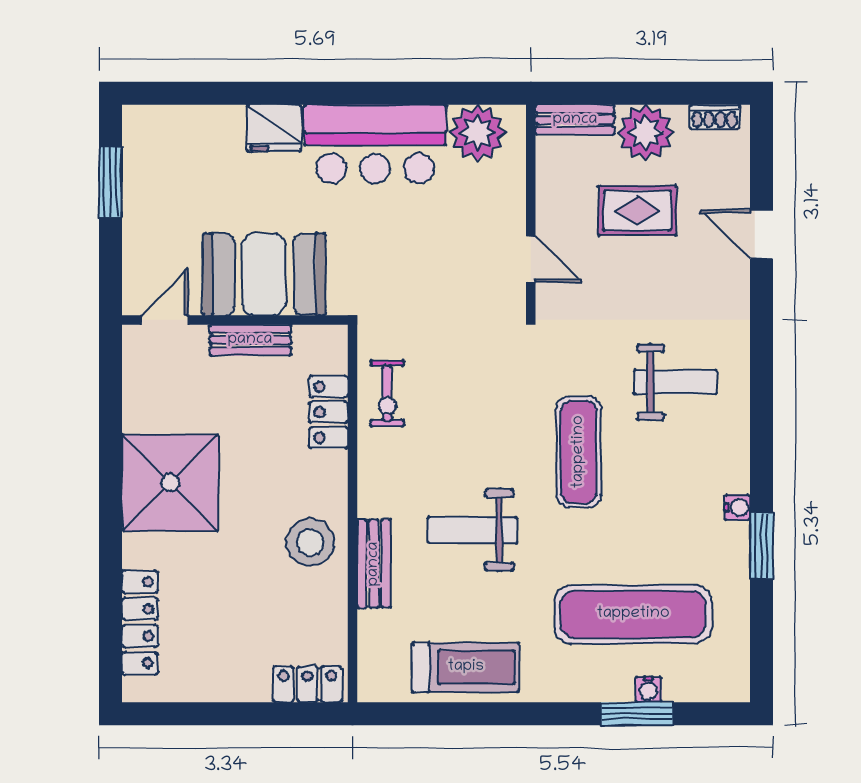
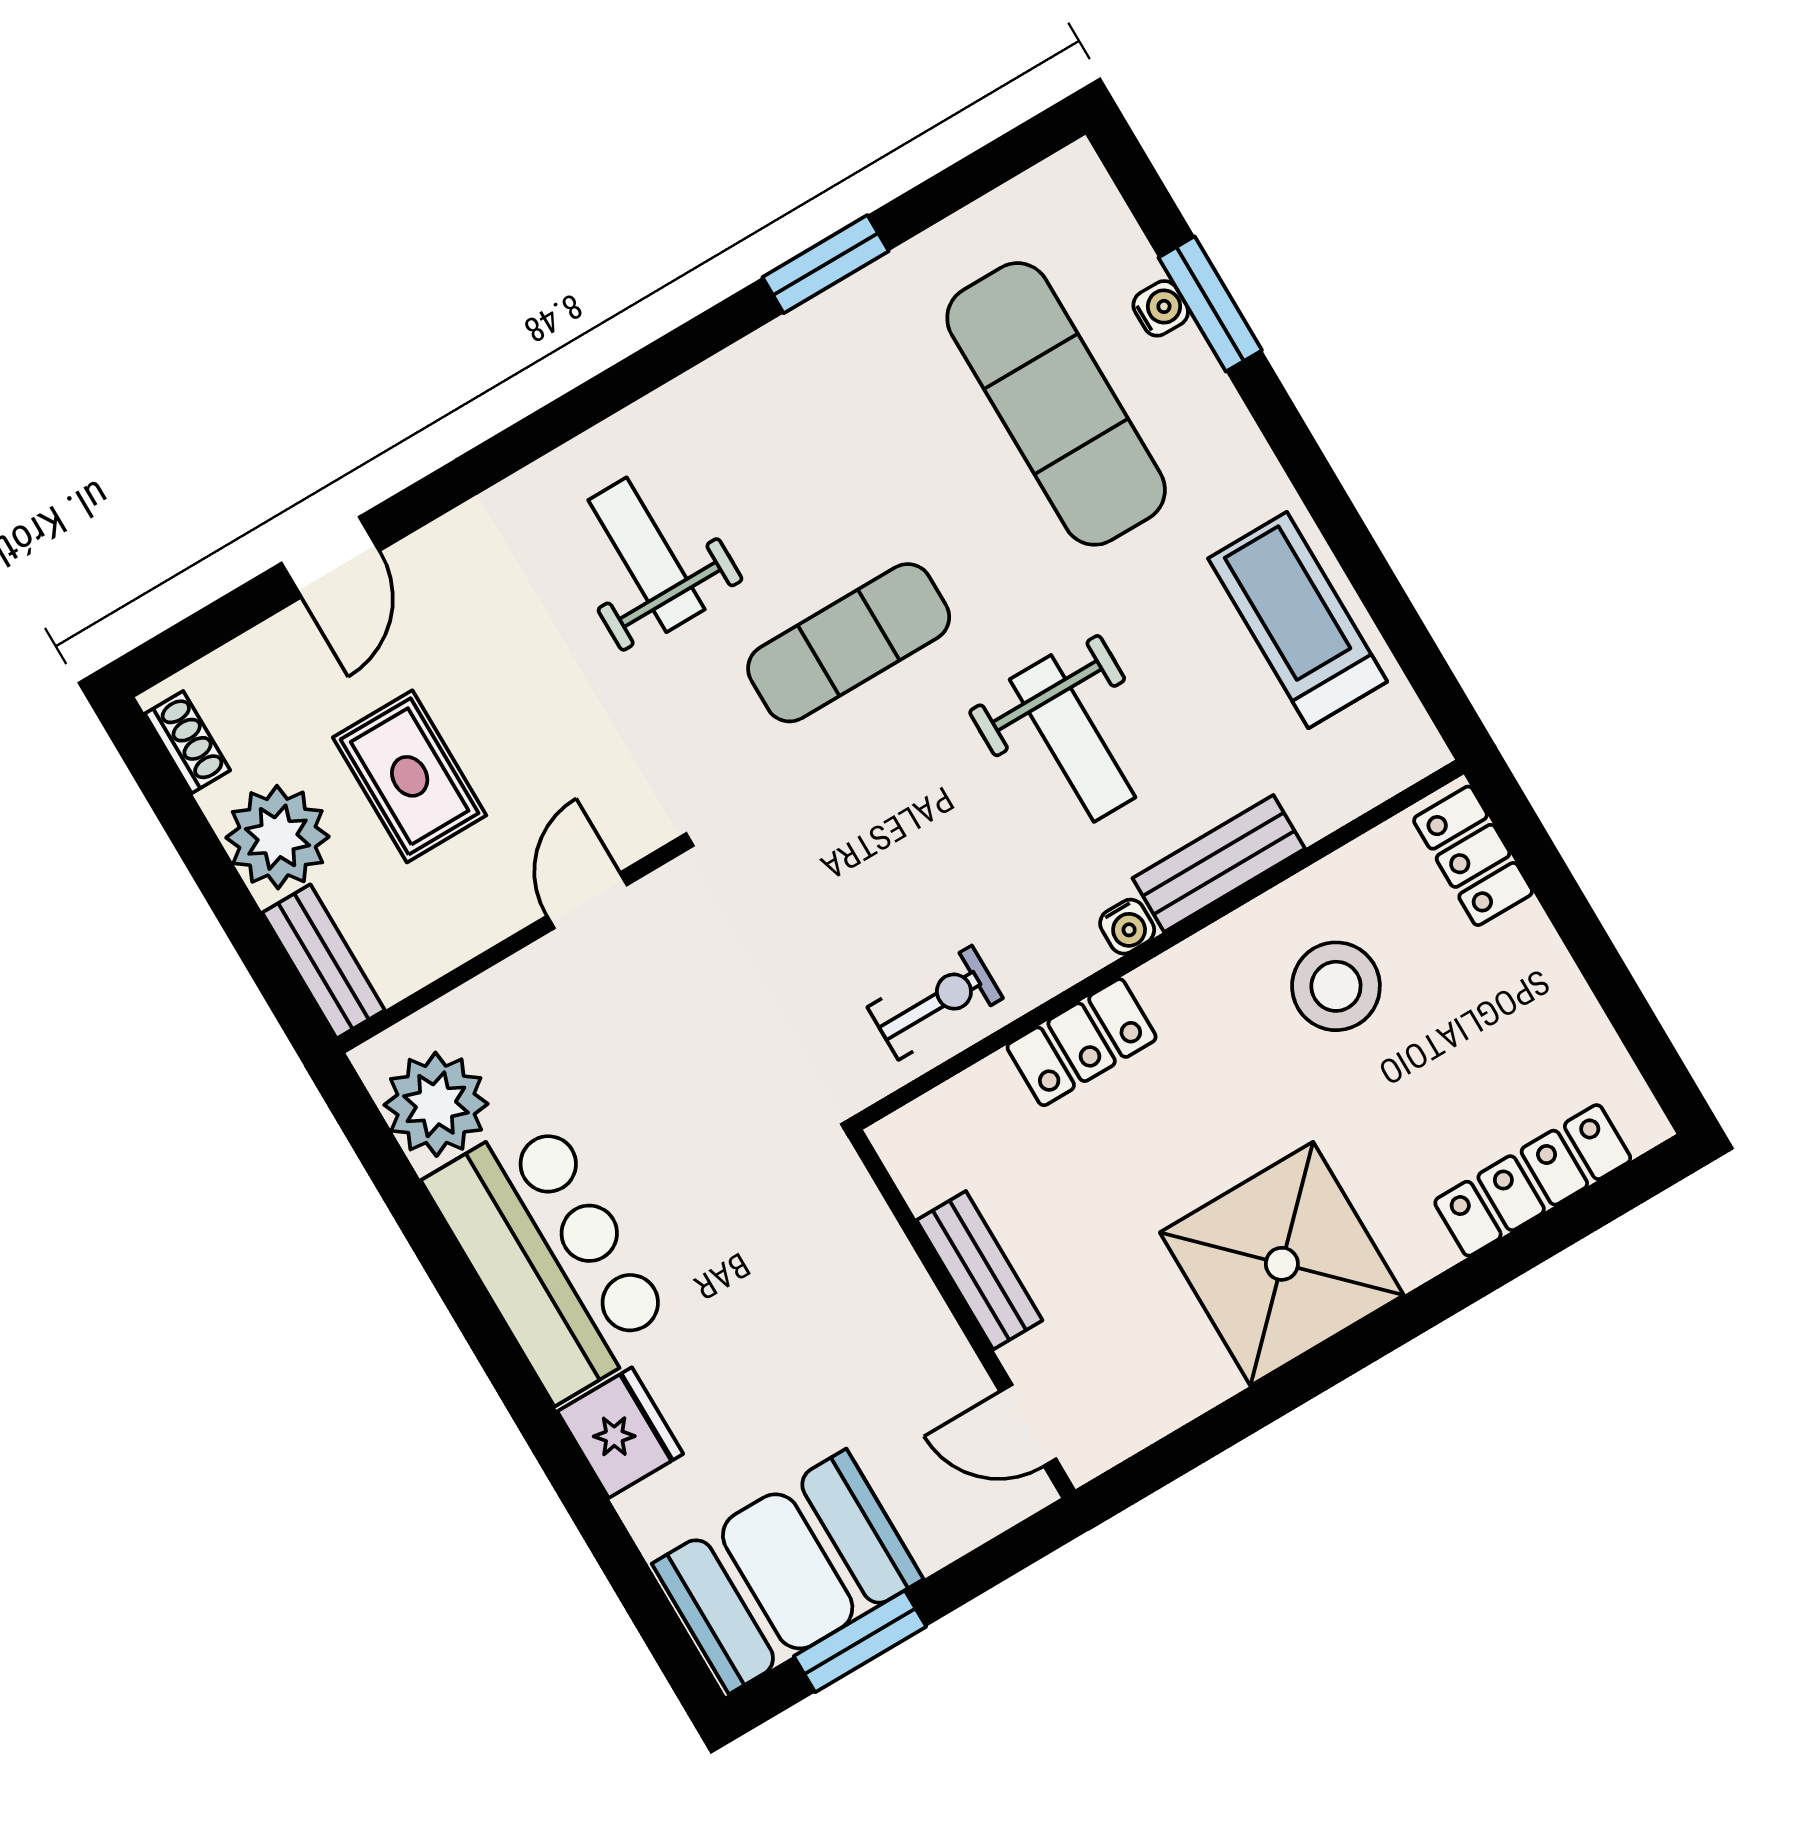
booth: (264, 274) -> (788, 1571), moved, turned 90
locker: (328, 412) -> (1082, 1042), moved
water cooler: (737, 507) -> (1127, 927), moved, turned 180
stool: (310, 542) -> (1336, 986), moved

